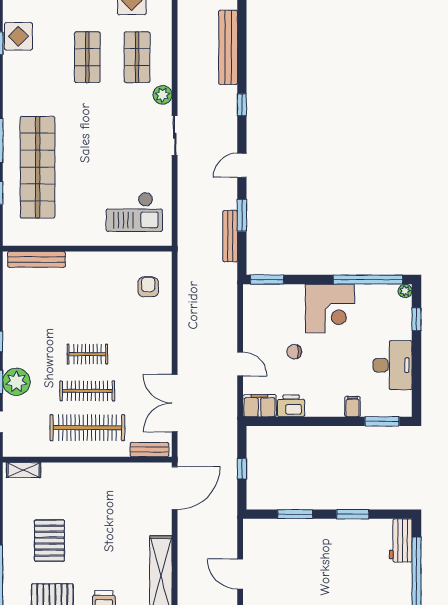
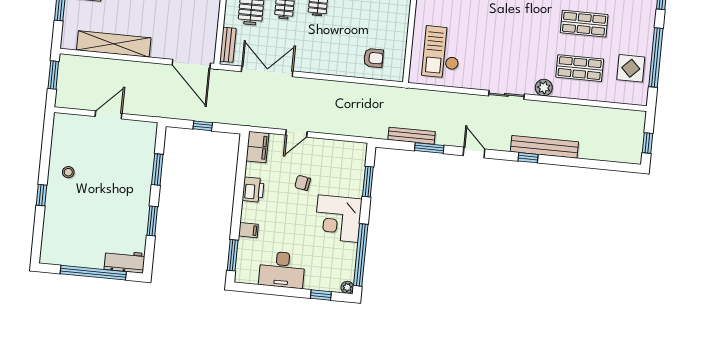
bench: (228, 47) -> (544, 147), moved
window: (267, 280) -> (368, 182), moved
chair: (294, 352) -> (303, 183), turned -80
printer: (291, 406) -> (253, 190), moved

